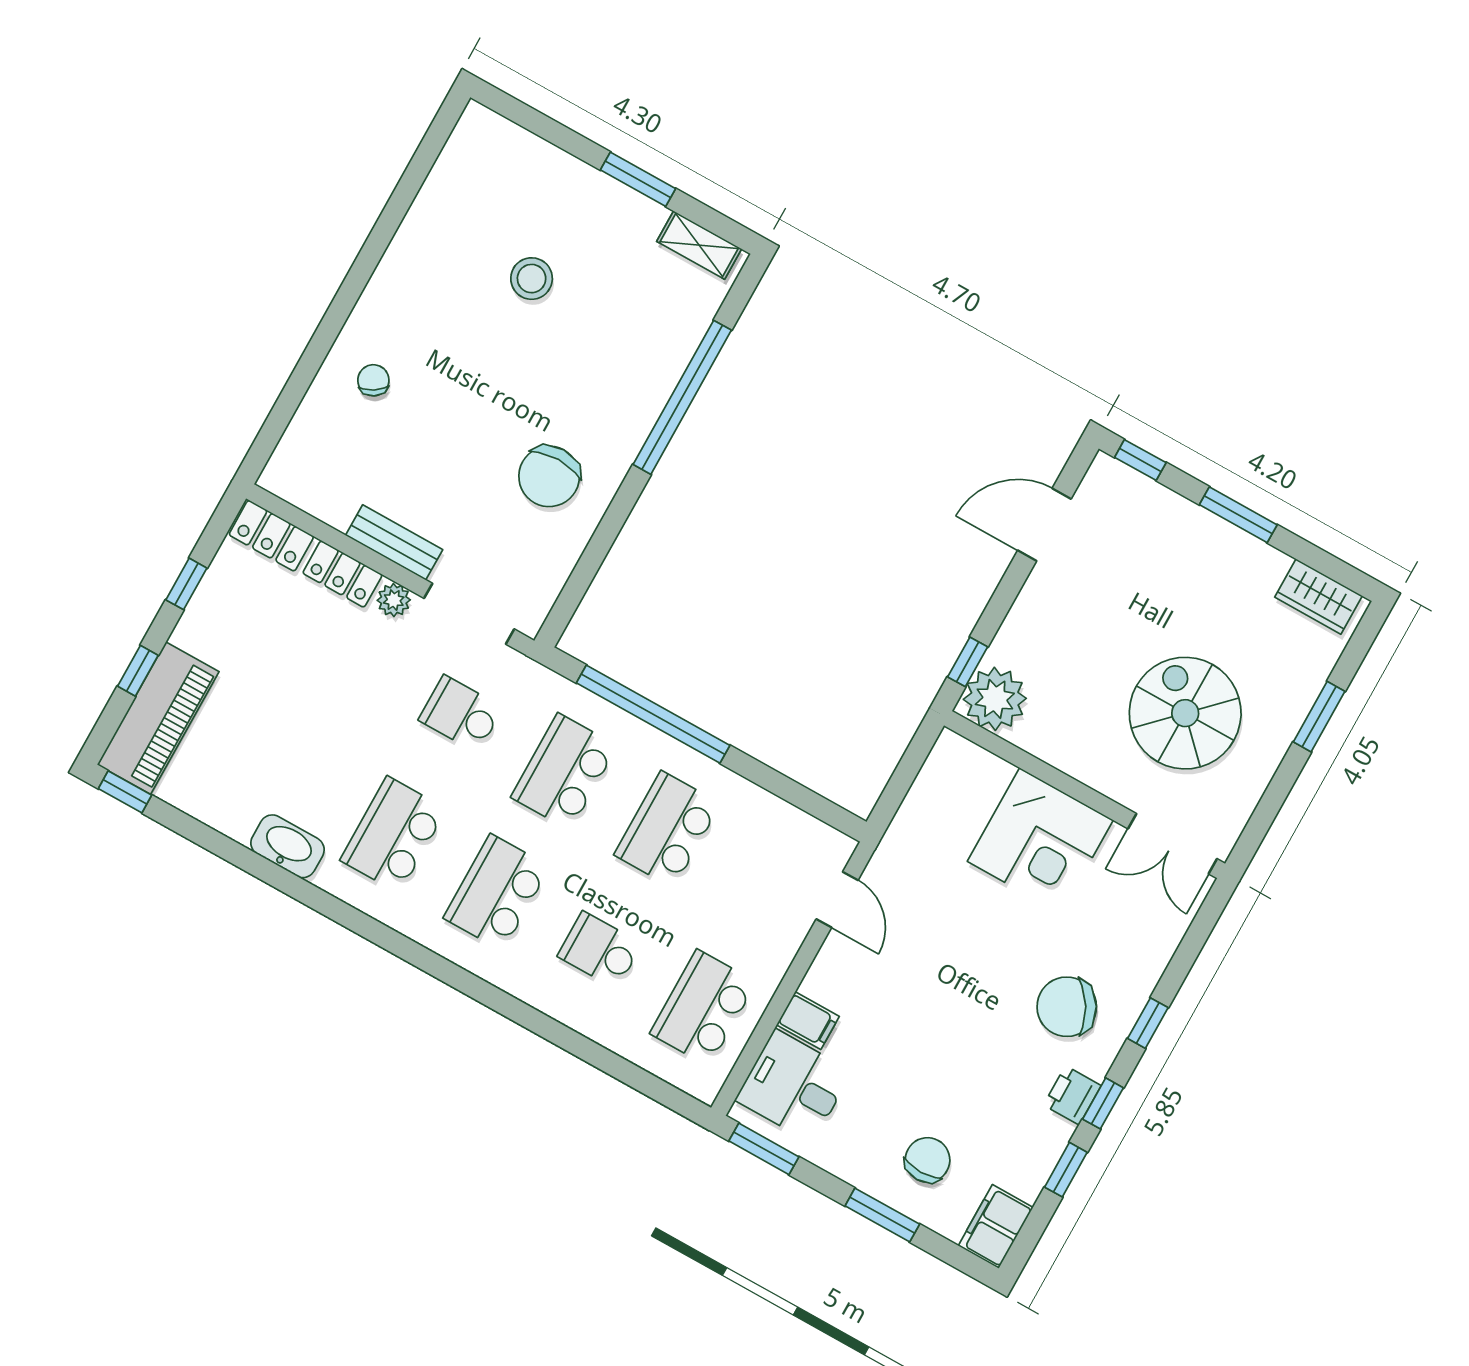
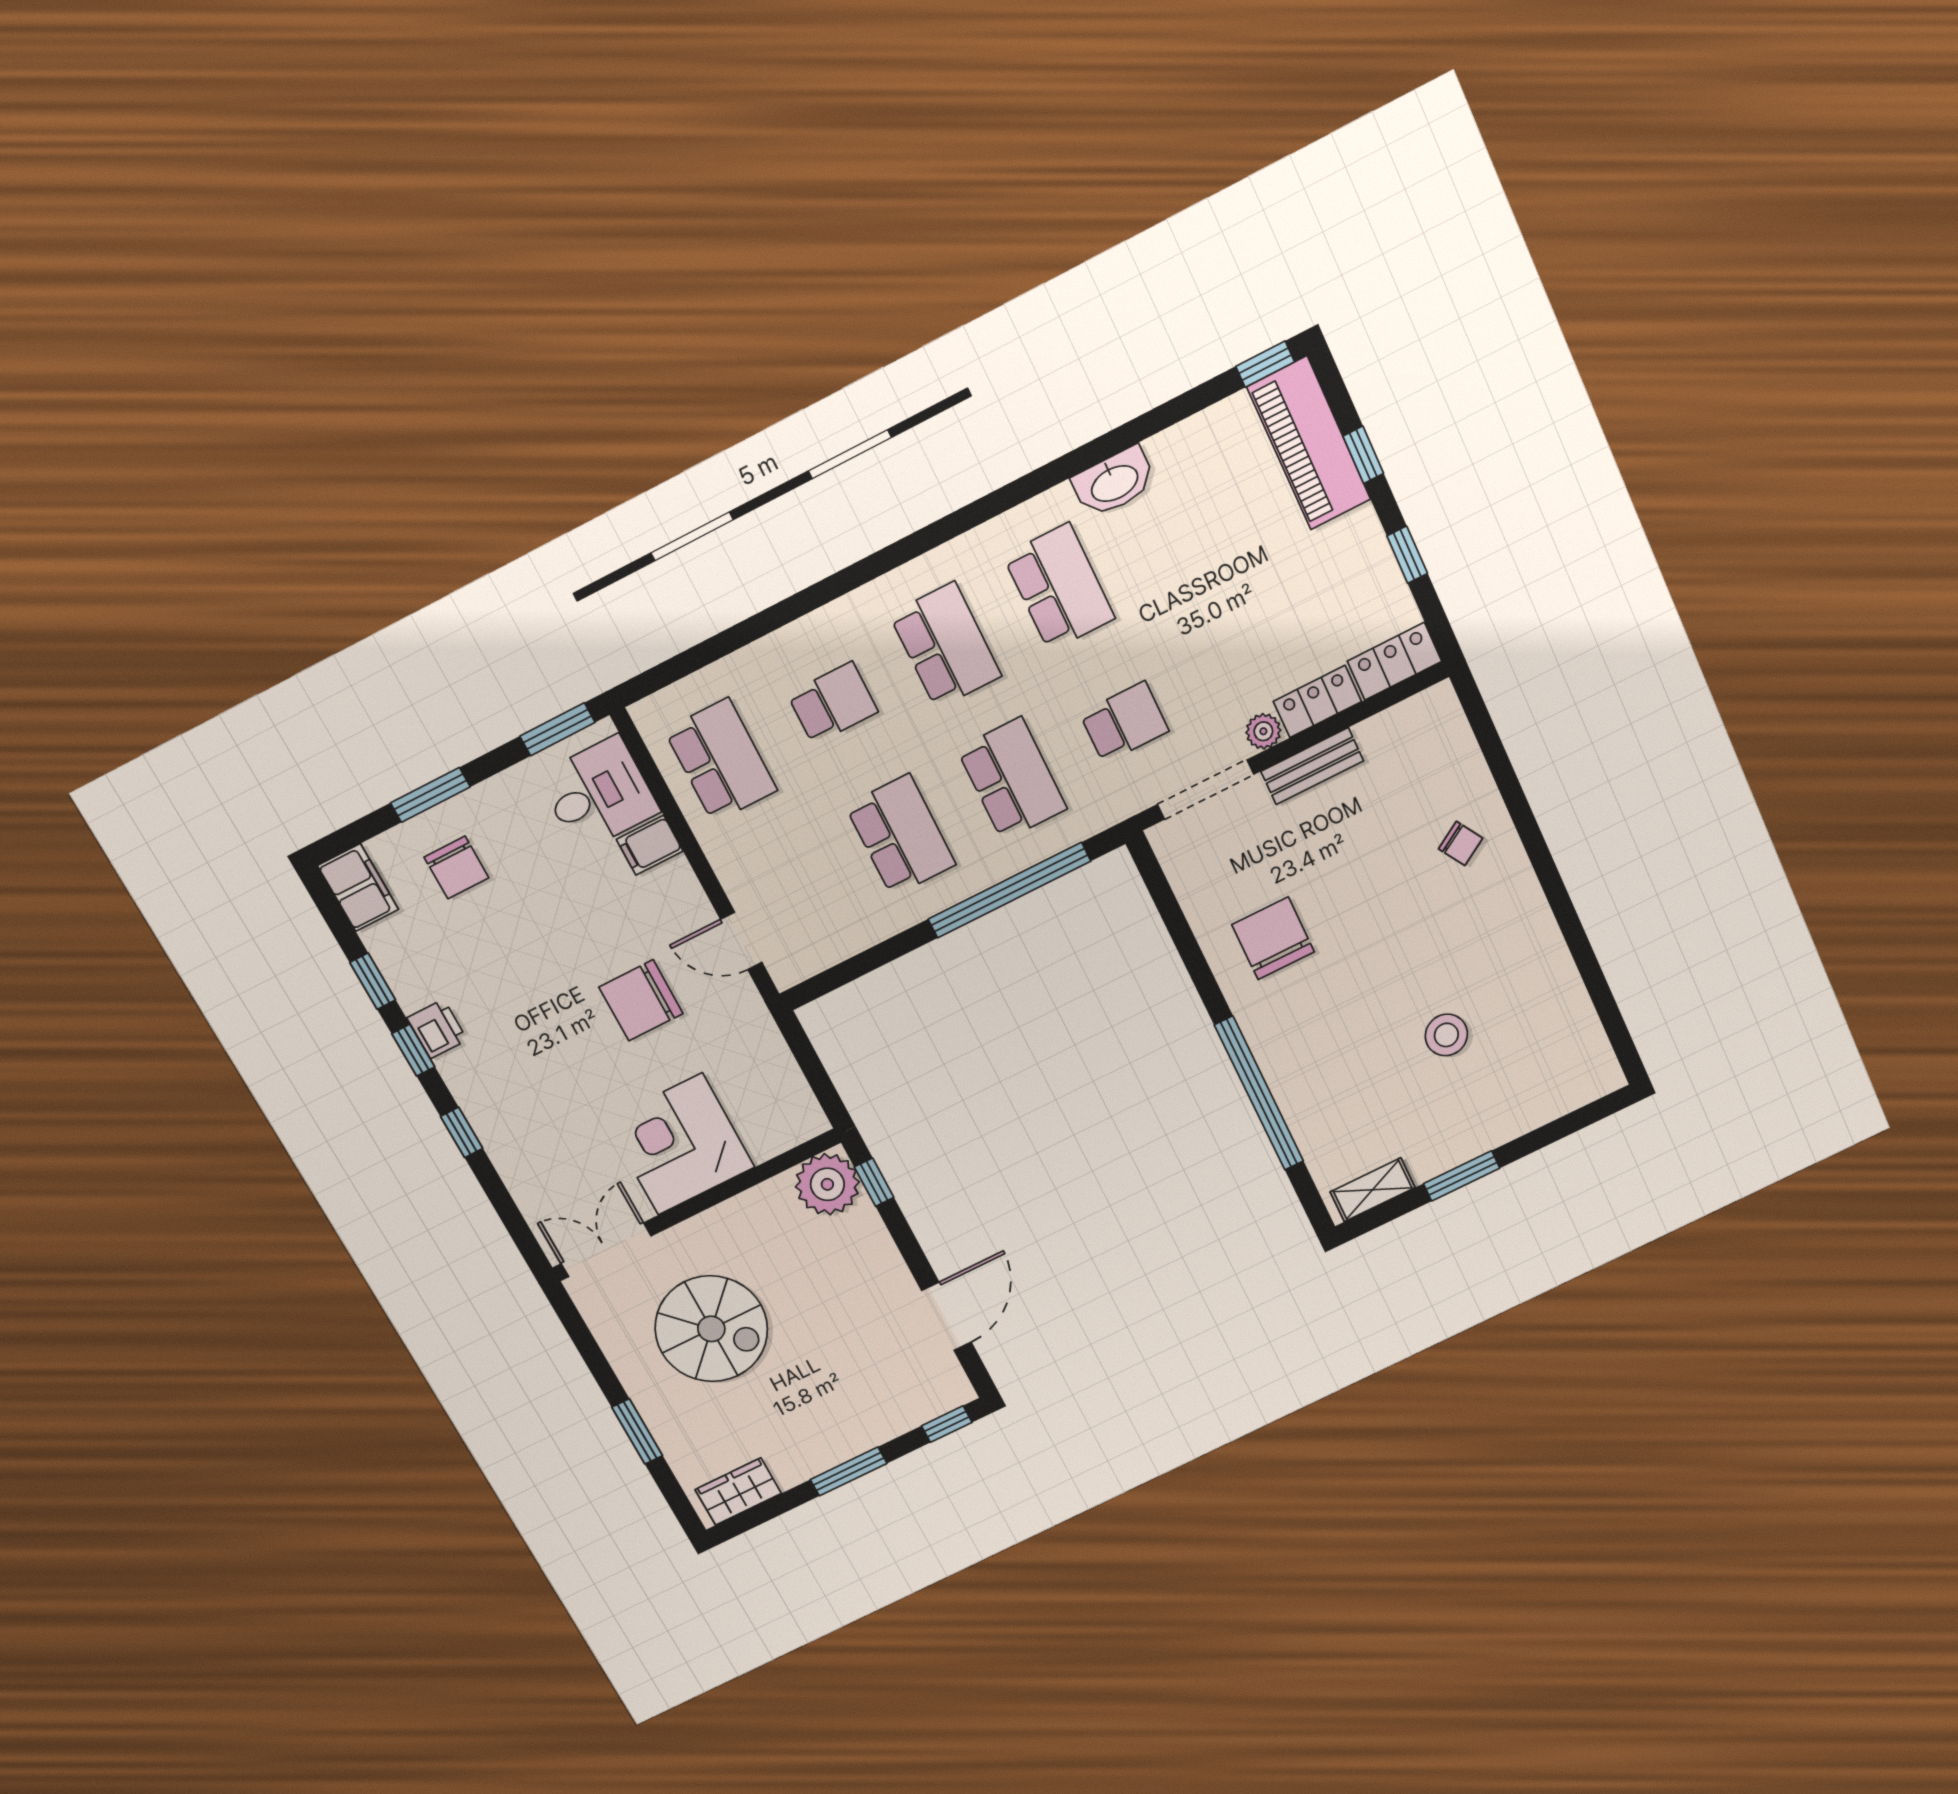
chair: (1067, 1007) -> (641, 1000), moved, turned -150

